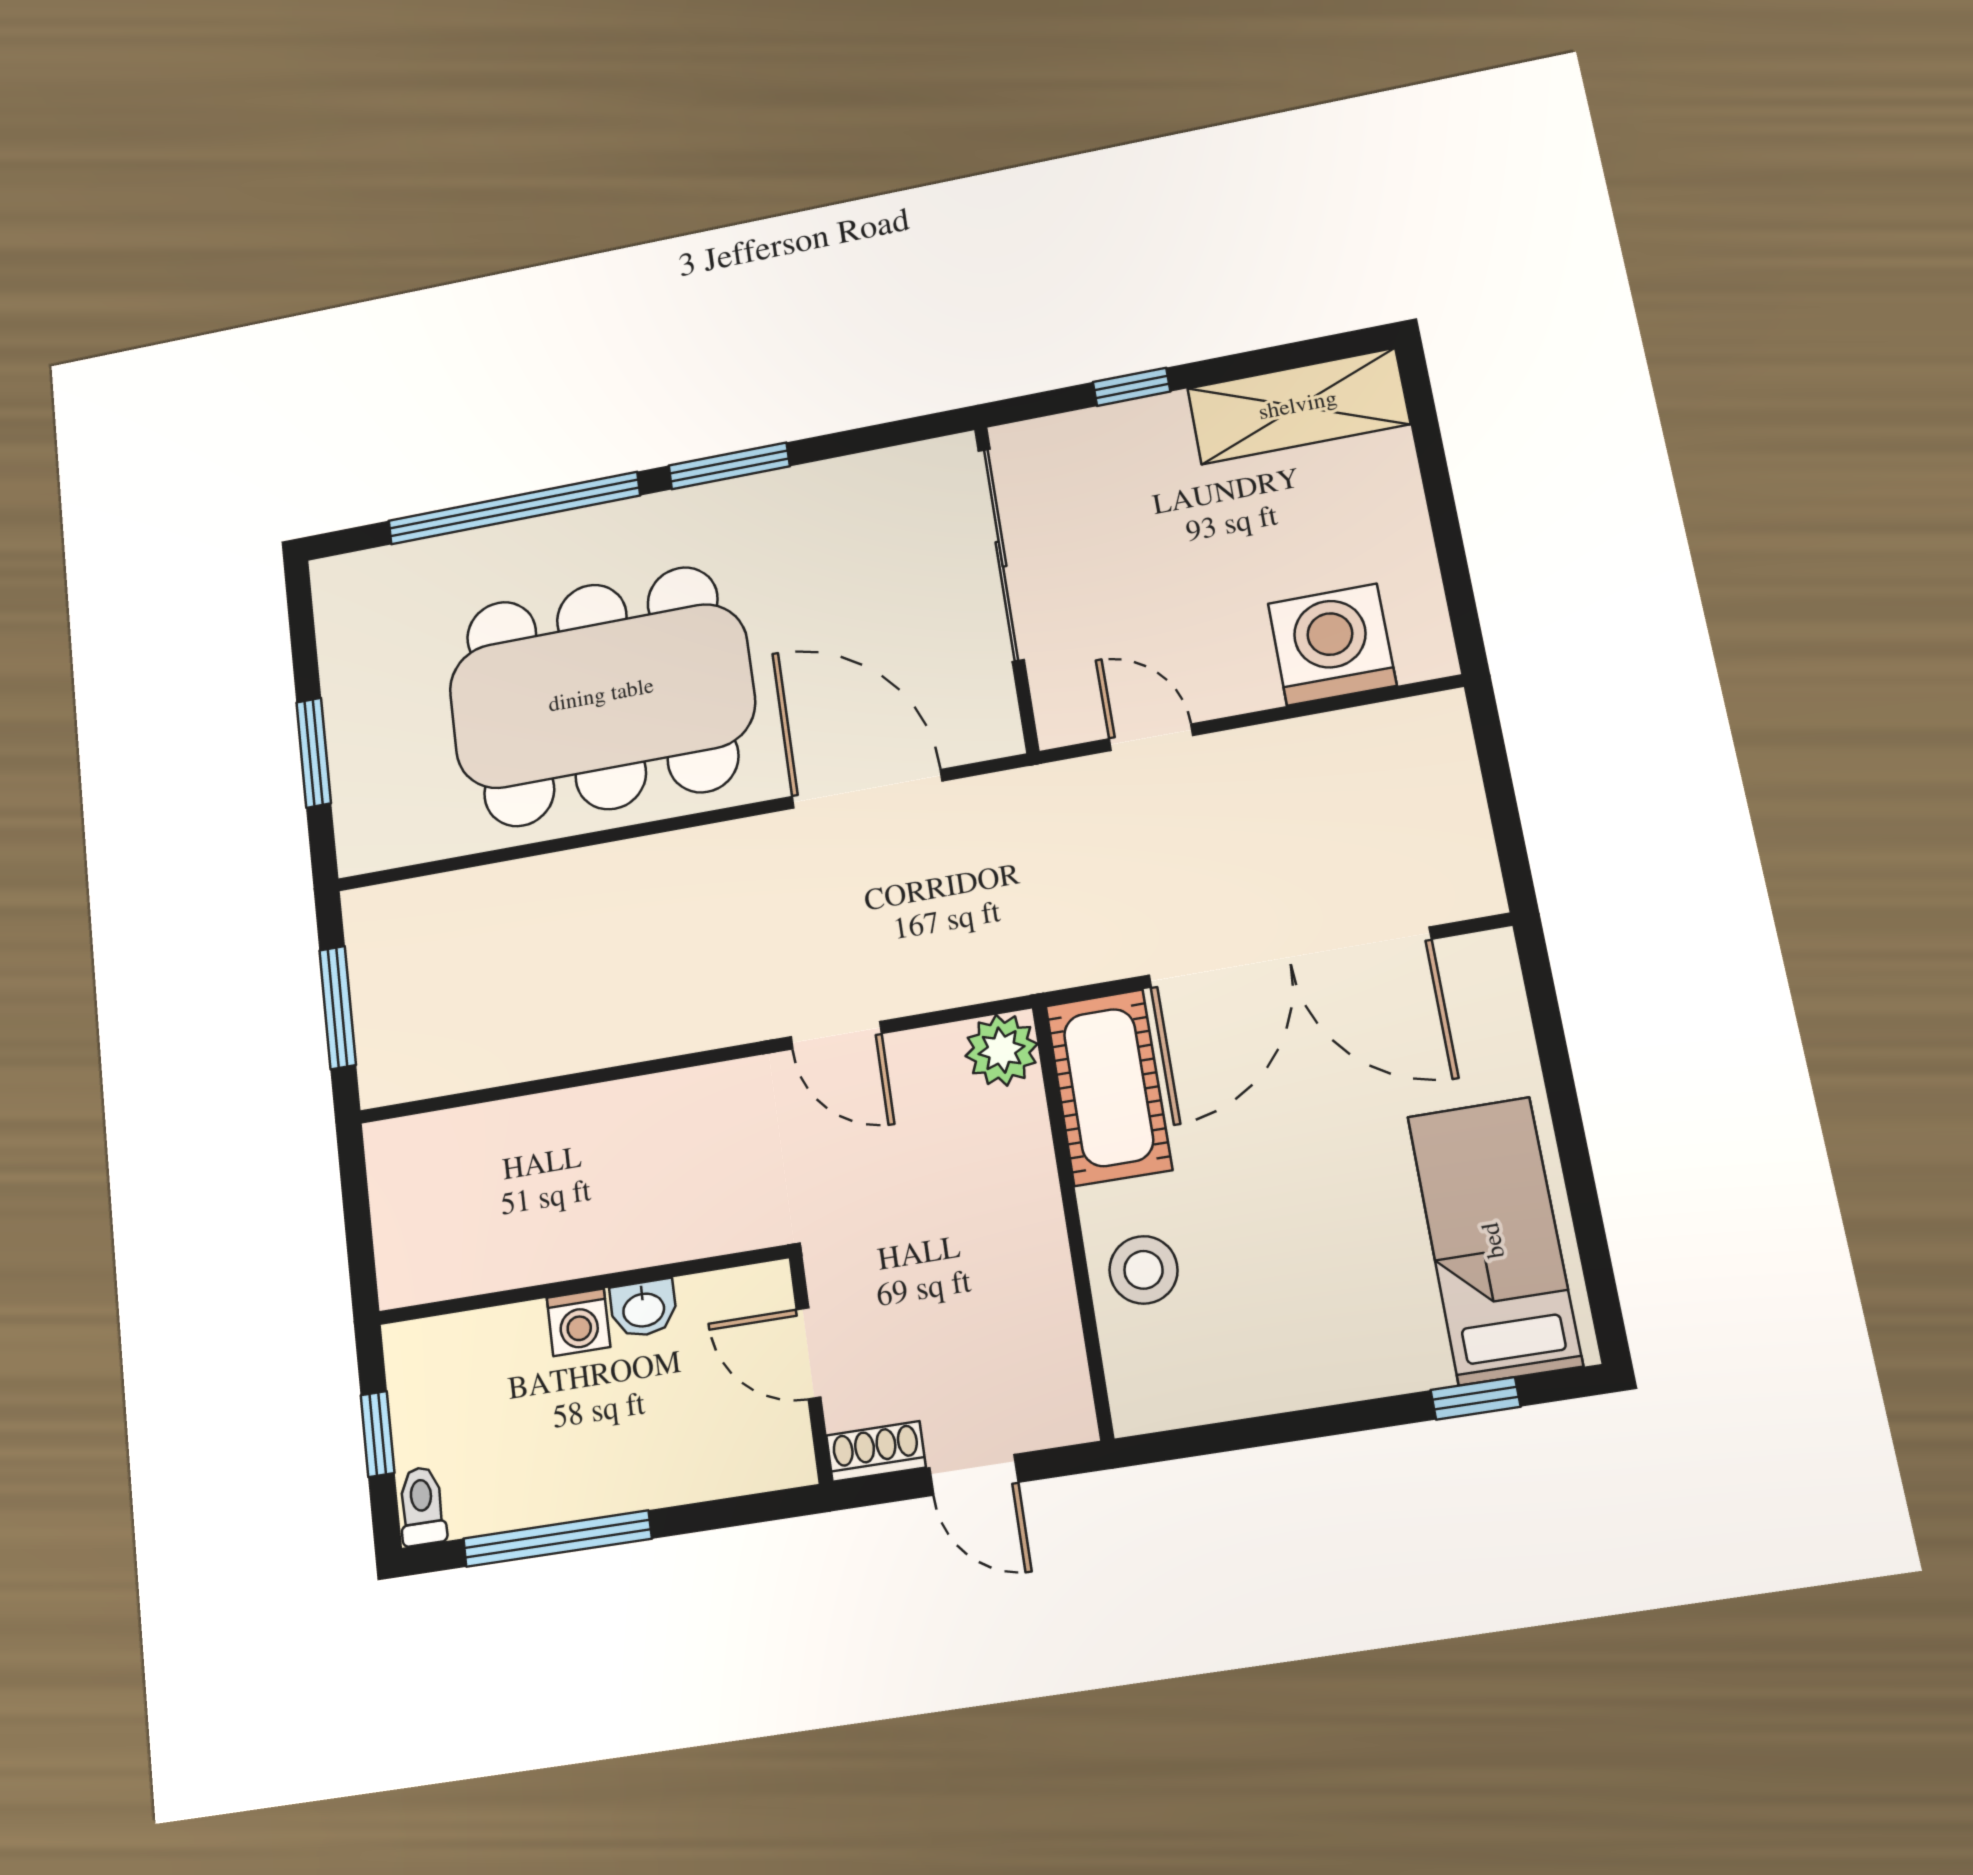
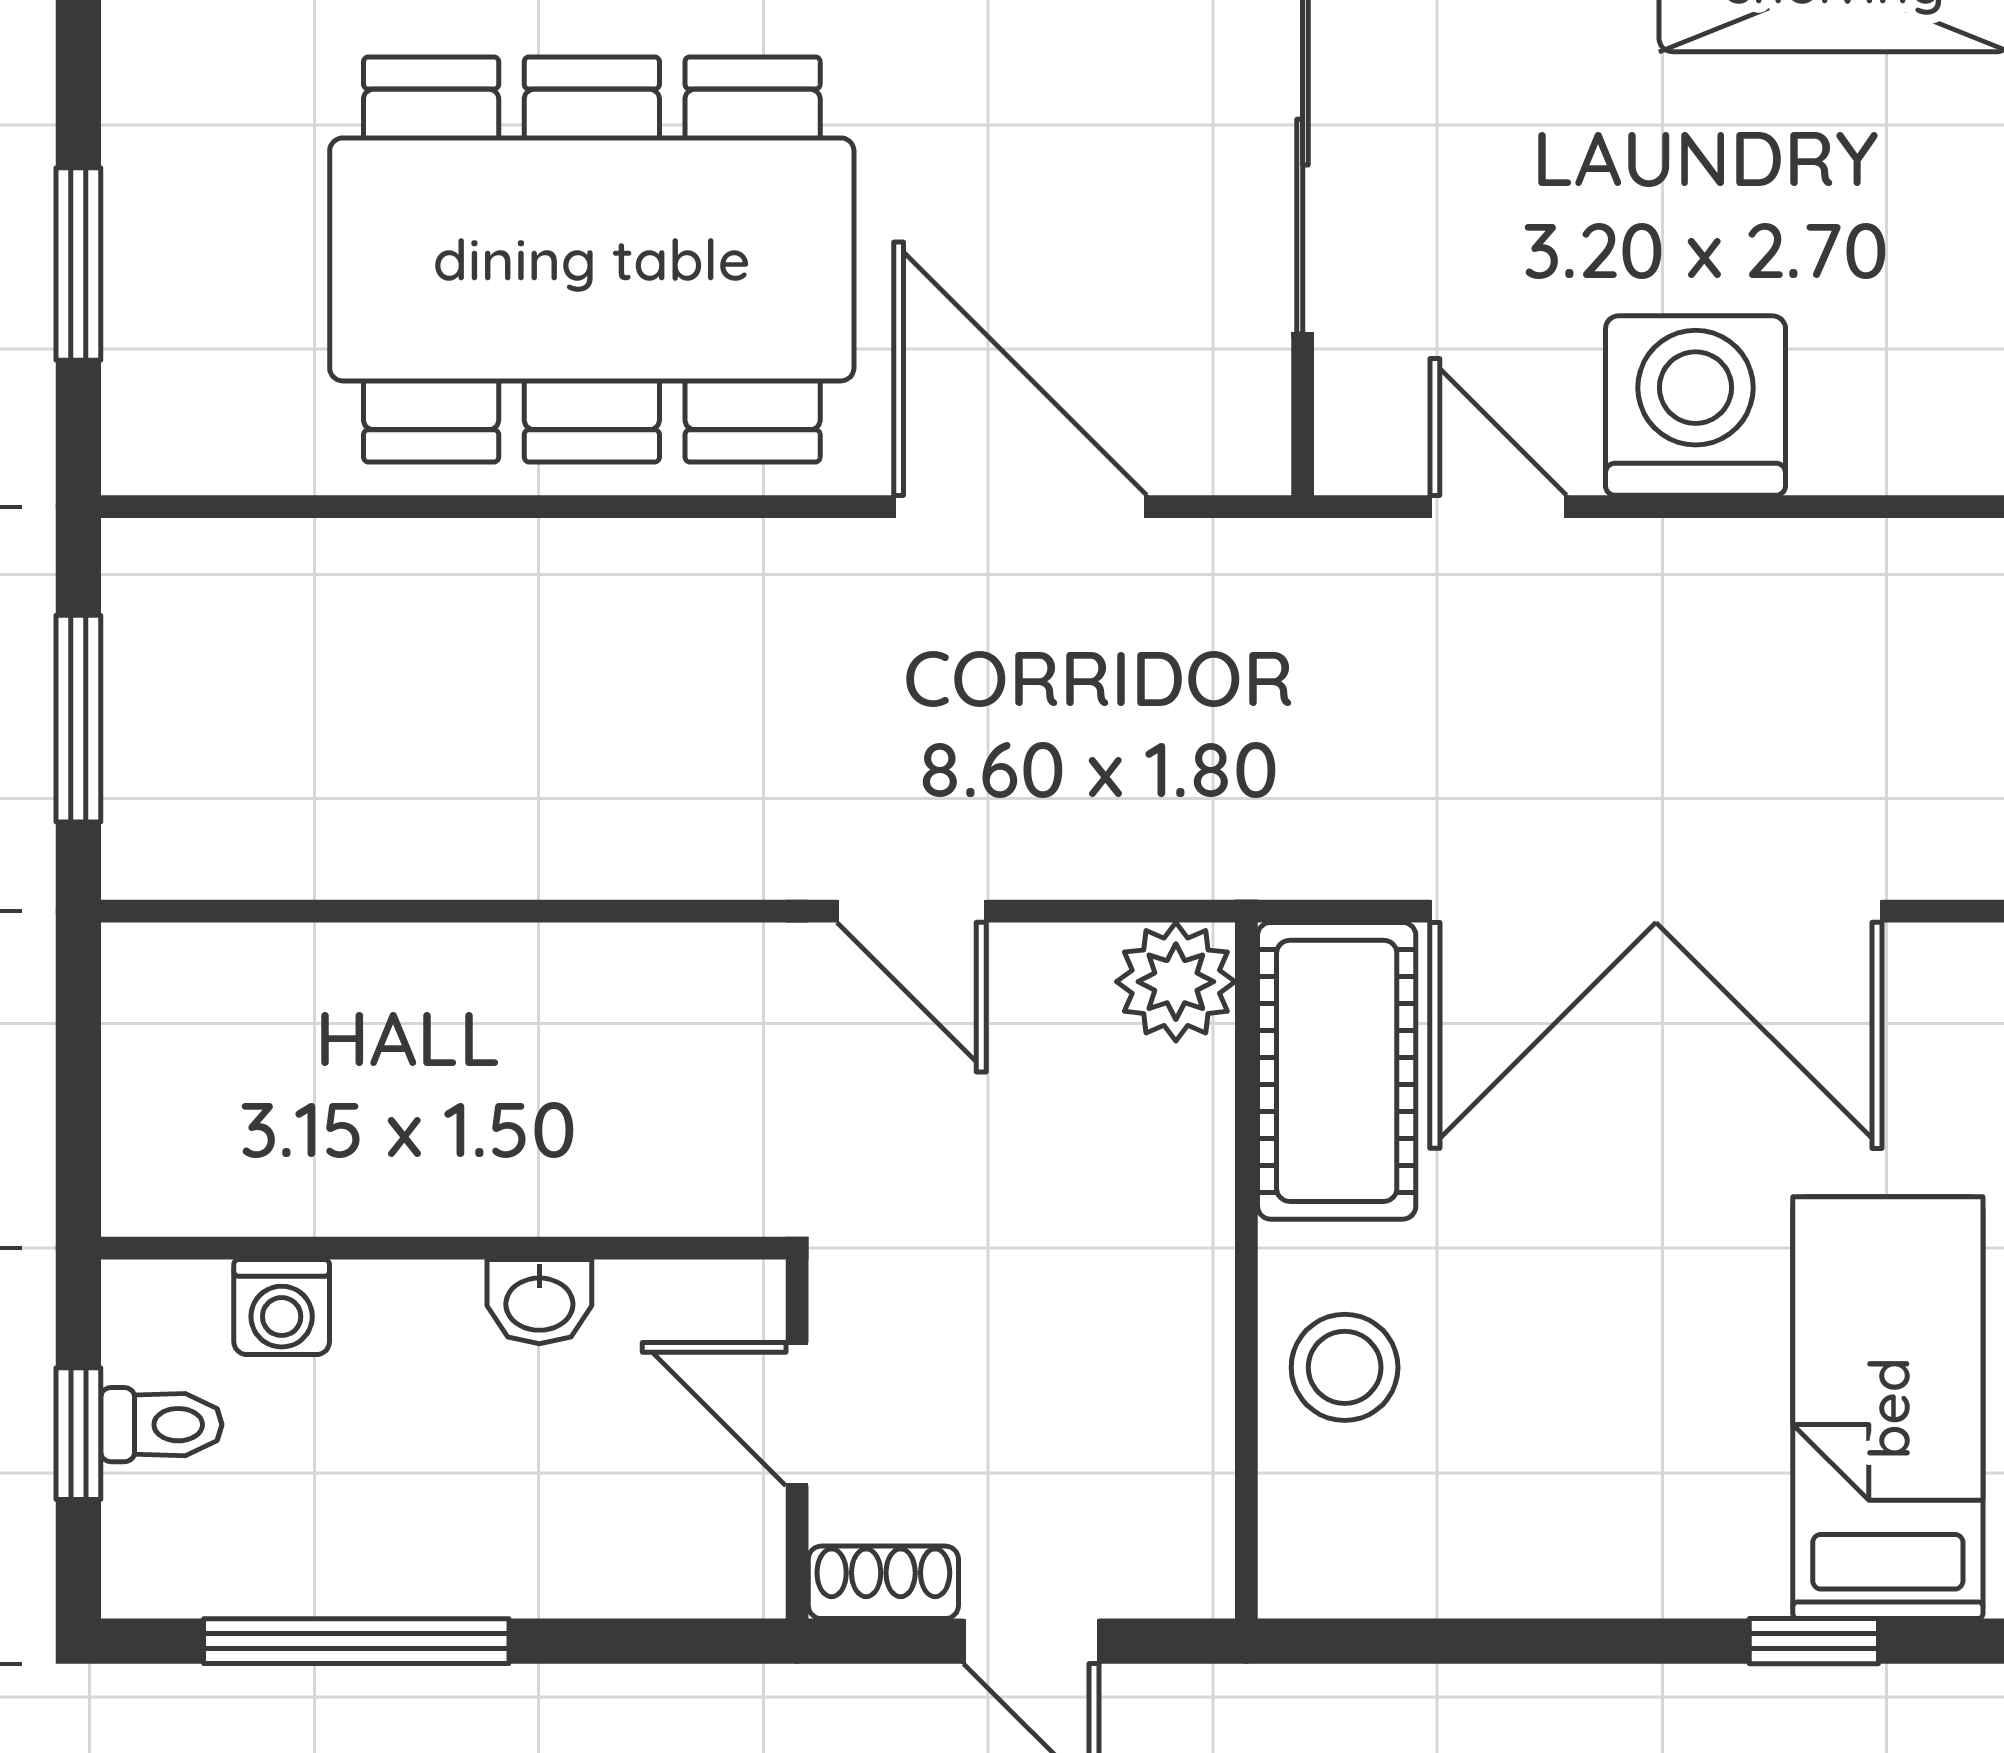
washing machine: (1332, 644) -> (1696, 406), moved
washing machine: (579, 1322) -> (282, 1307), moved
toilet: (422, 1506) -> (161, 1425), moved, turned 90

